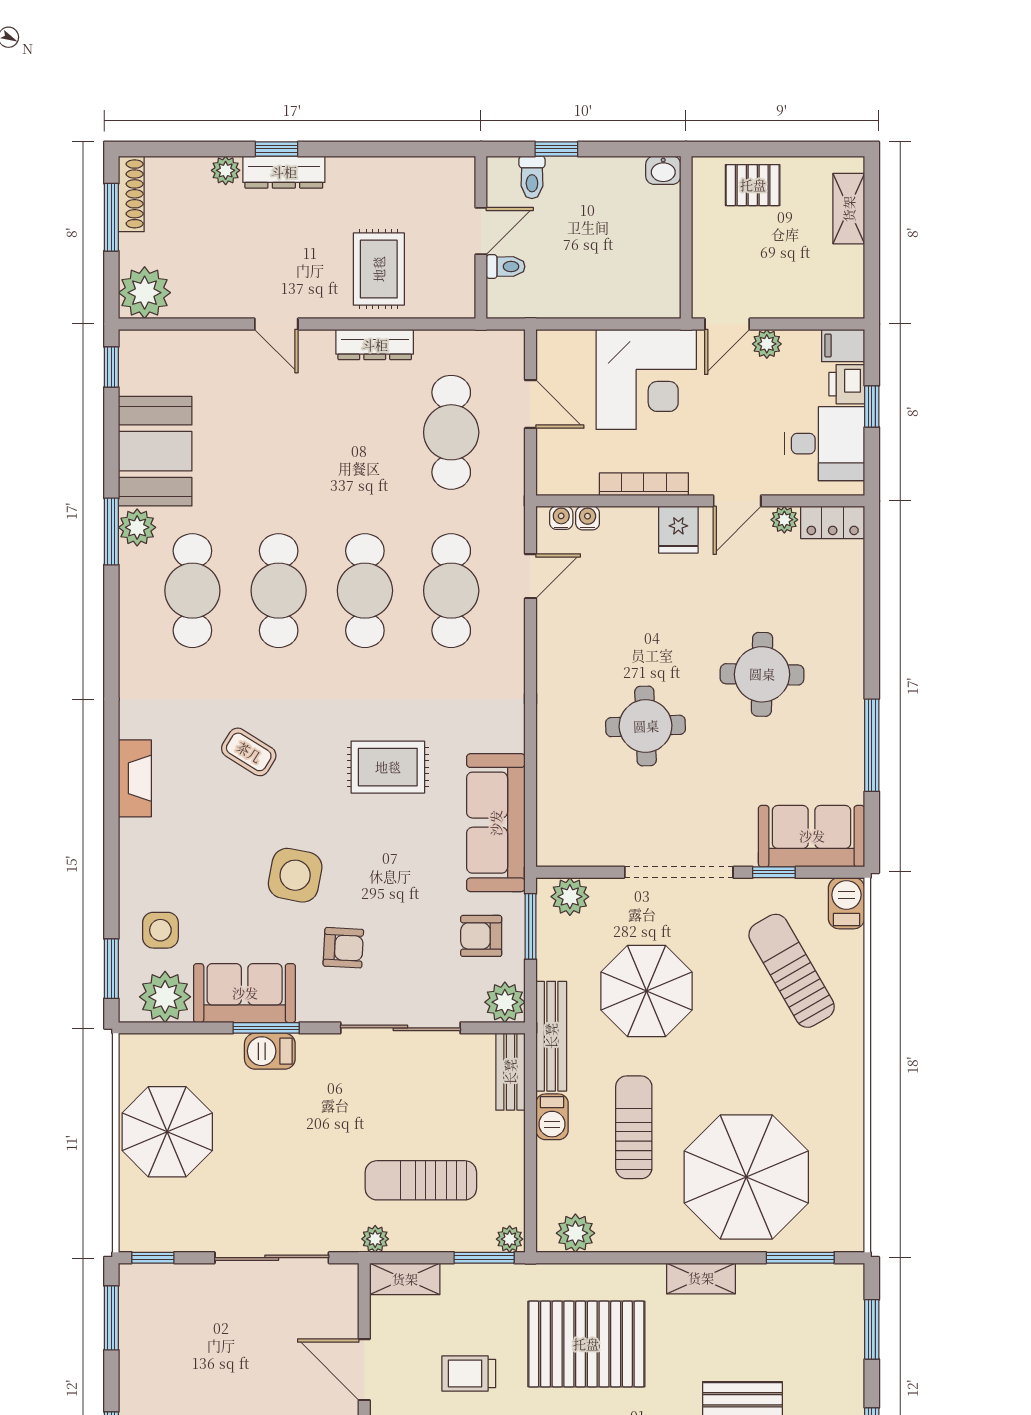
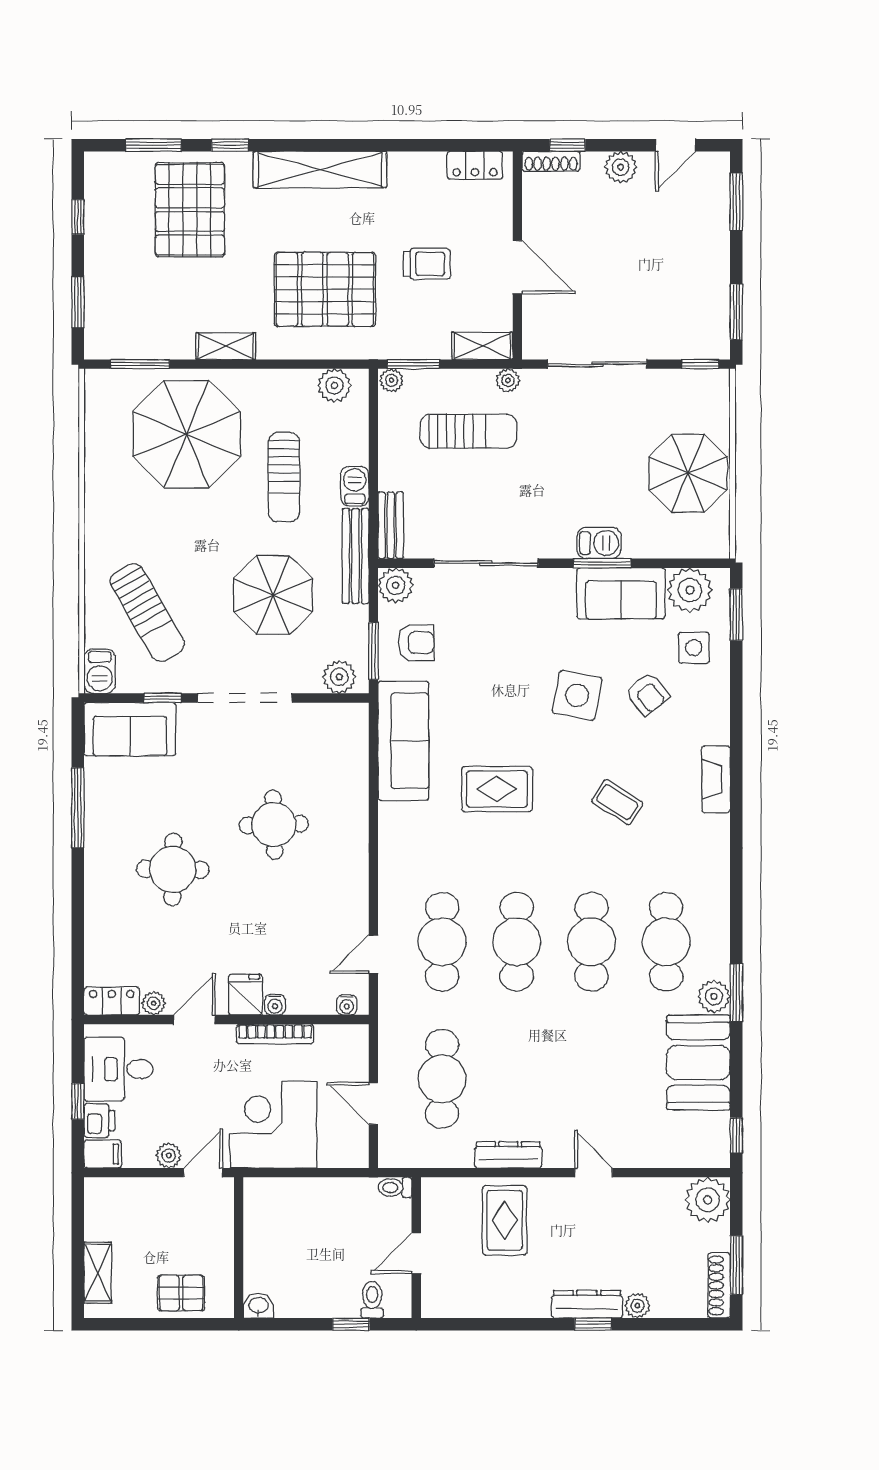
toilet: (506, 267) -> (395, 1188), moved
water cooler: (588, 518) -> (275, 1005), moved
armchair: (343, 948) -> (648, 694), moved, turned -131

